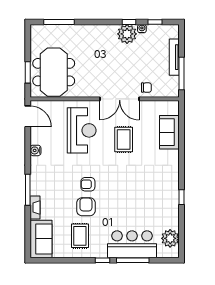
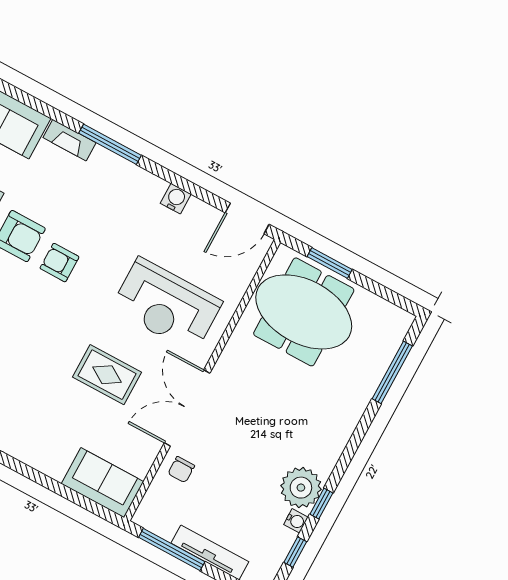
sofa: (169, 132) -> (102, 483), moved
armchair: (88, 184) -> (59, 263), turned -90

